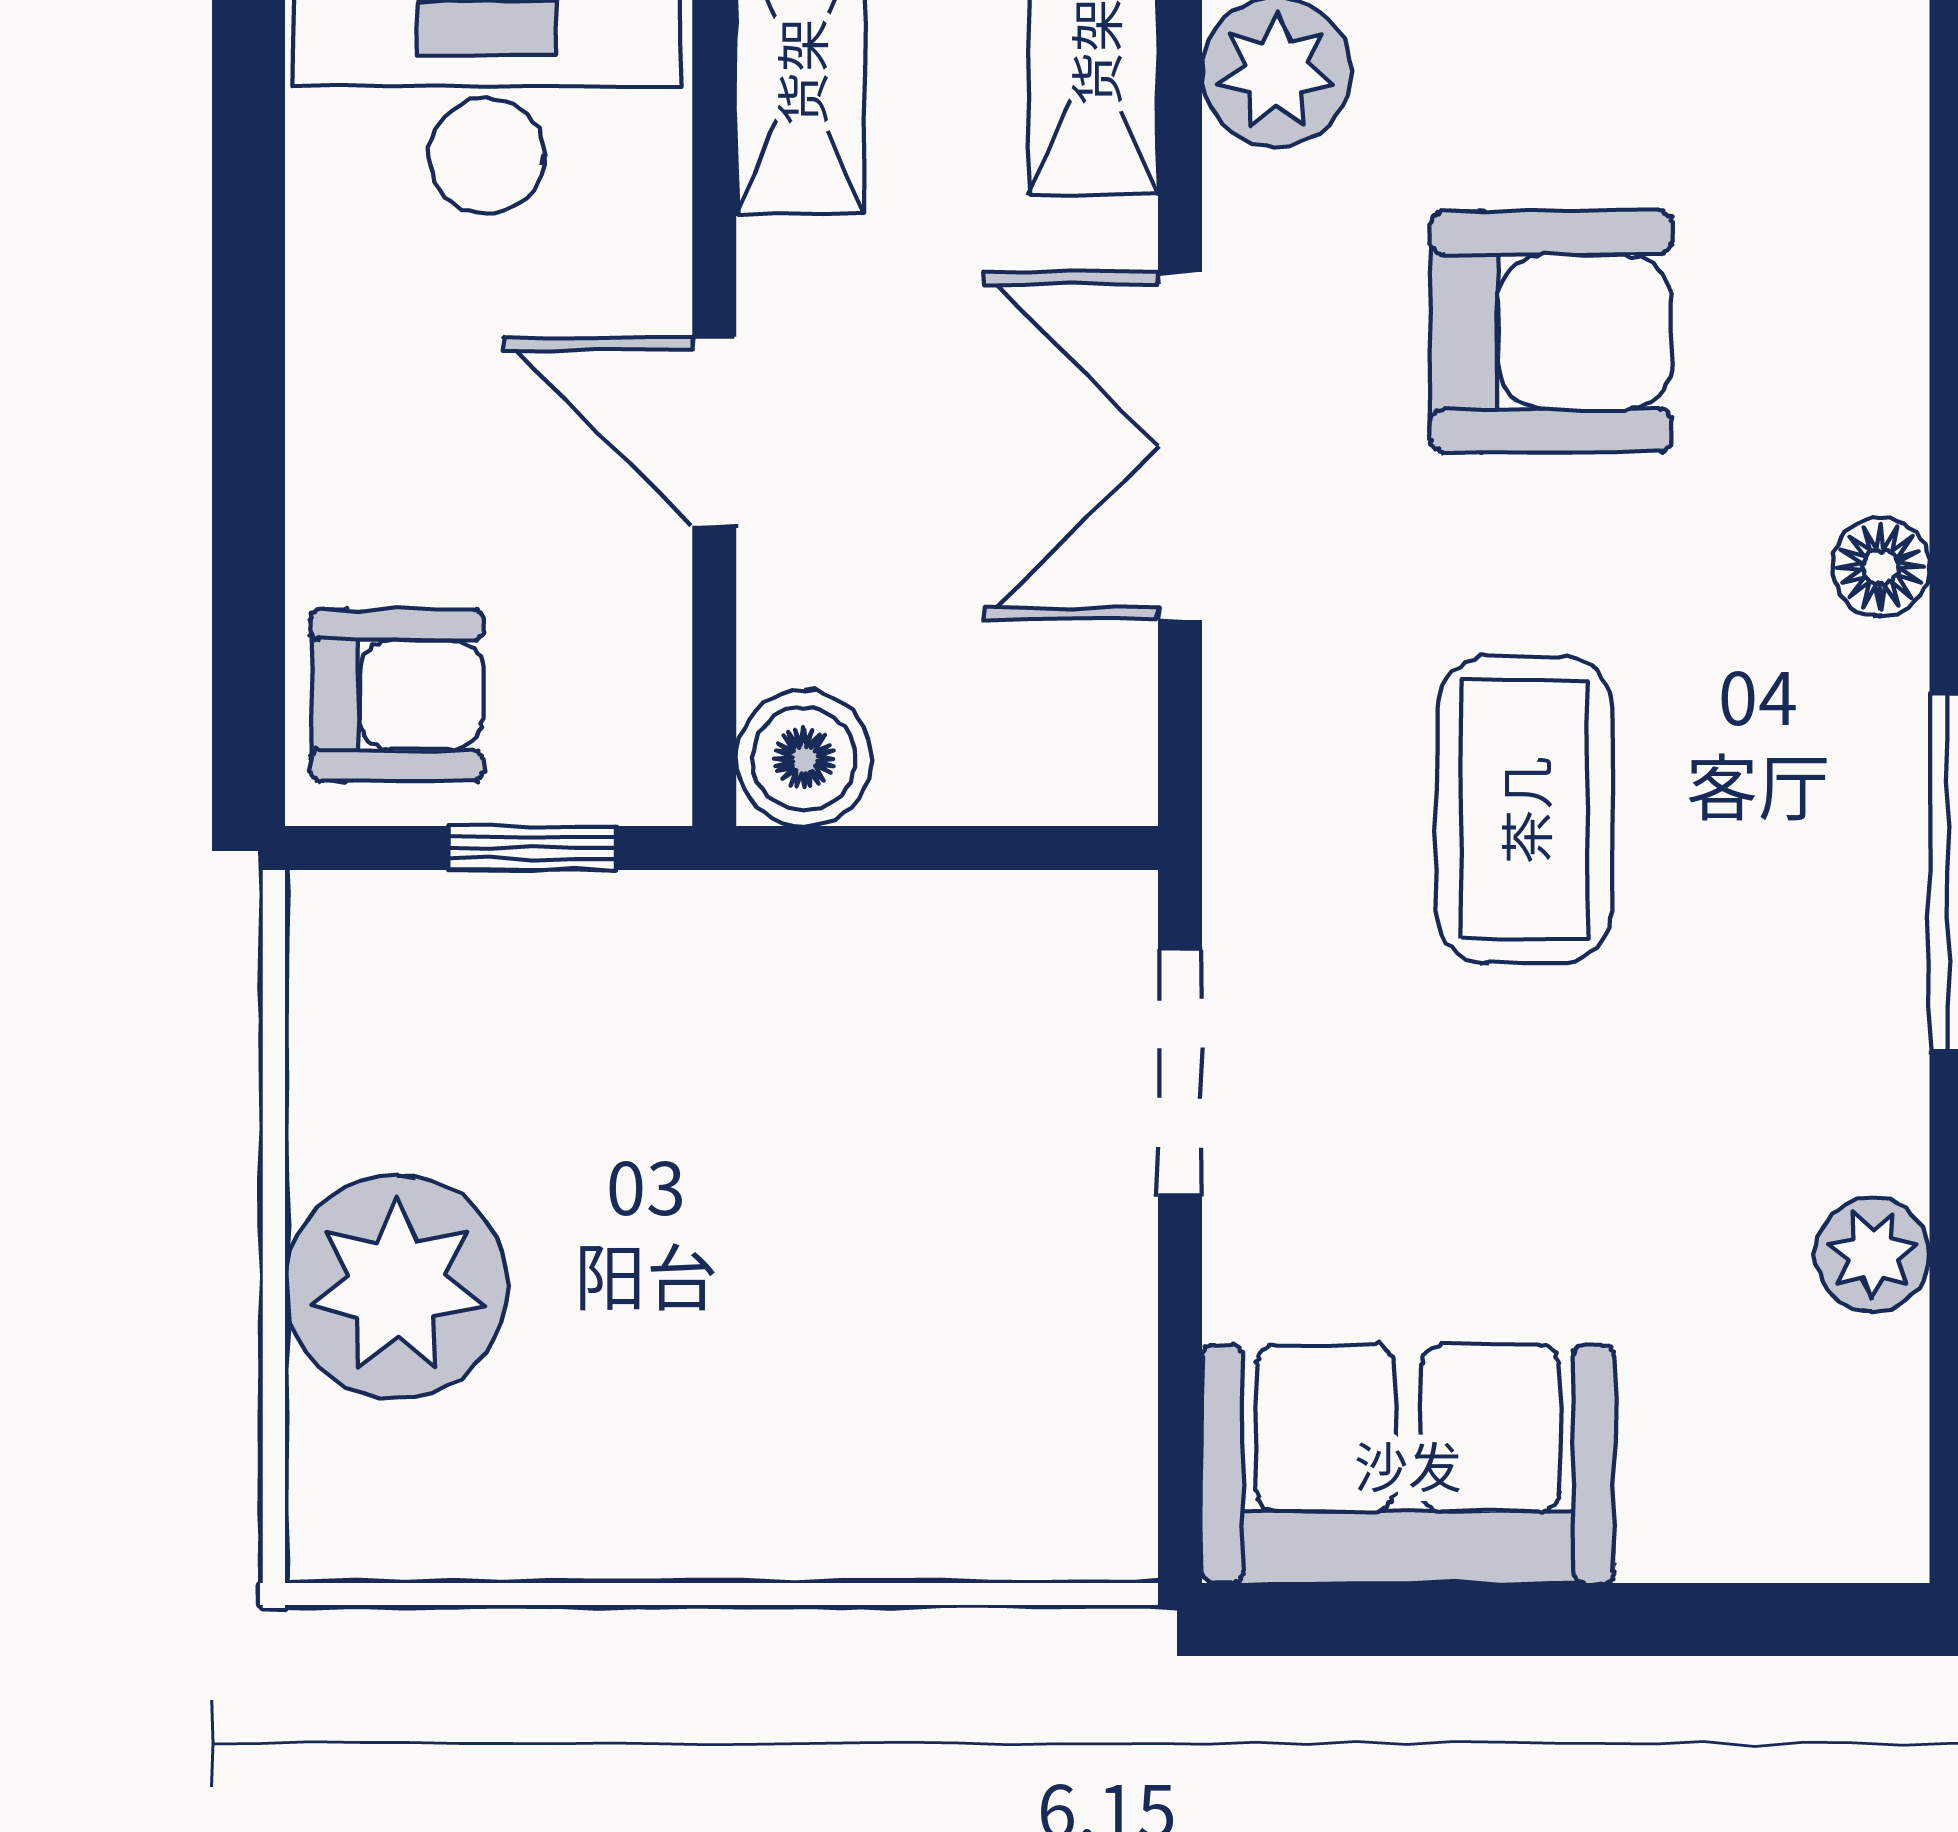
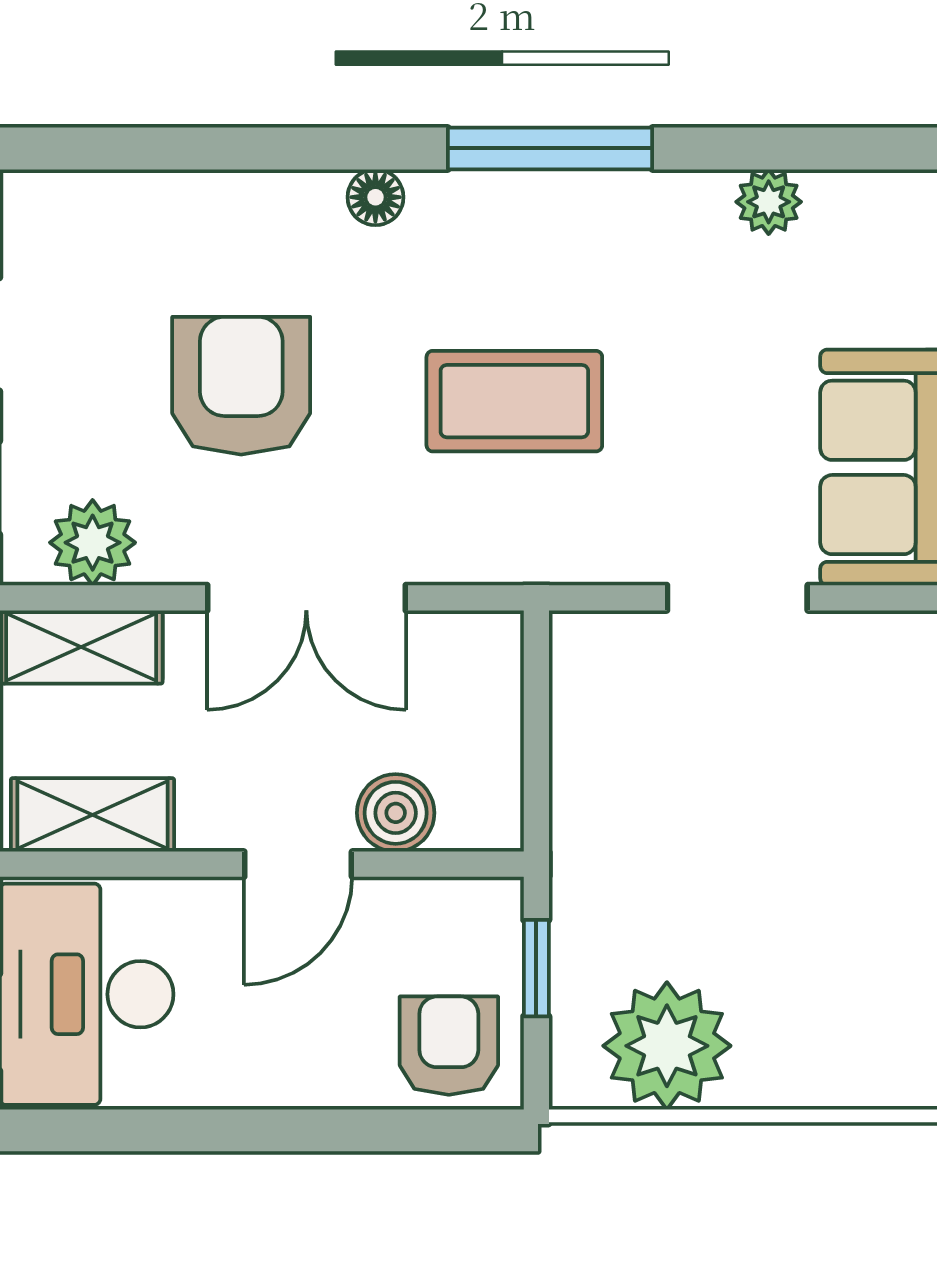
boiler: (804, 758) -> (396, 813), moved
doorway: (1180, 1073) -> (737, 598), moved
plant: (396, 1286) -> (667, 1046), moved

